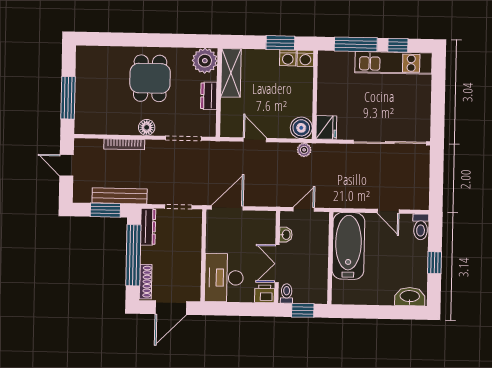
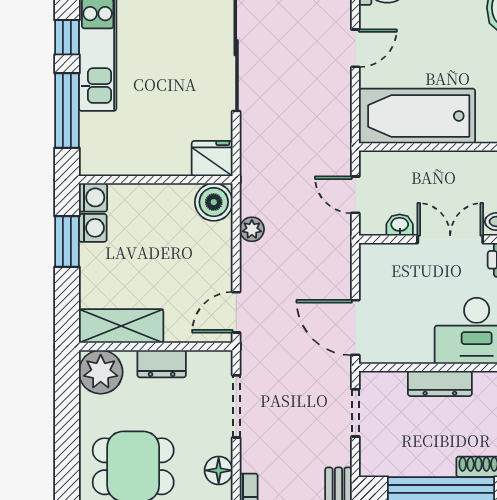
door: (255, 140) -> (236, 312), moved
plant: (304, 150) -> (252, 229), moved
dresser: (148, 227) -> (440, 383), moved, turned 180
double door: (277, 264) -> (450, 239), swing flipped

